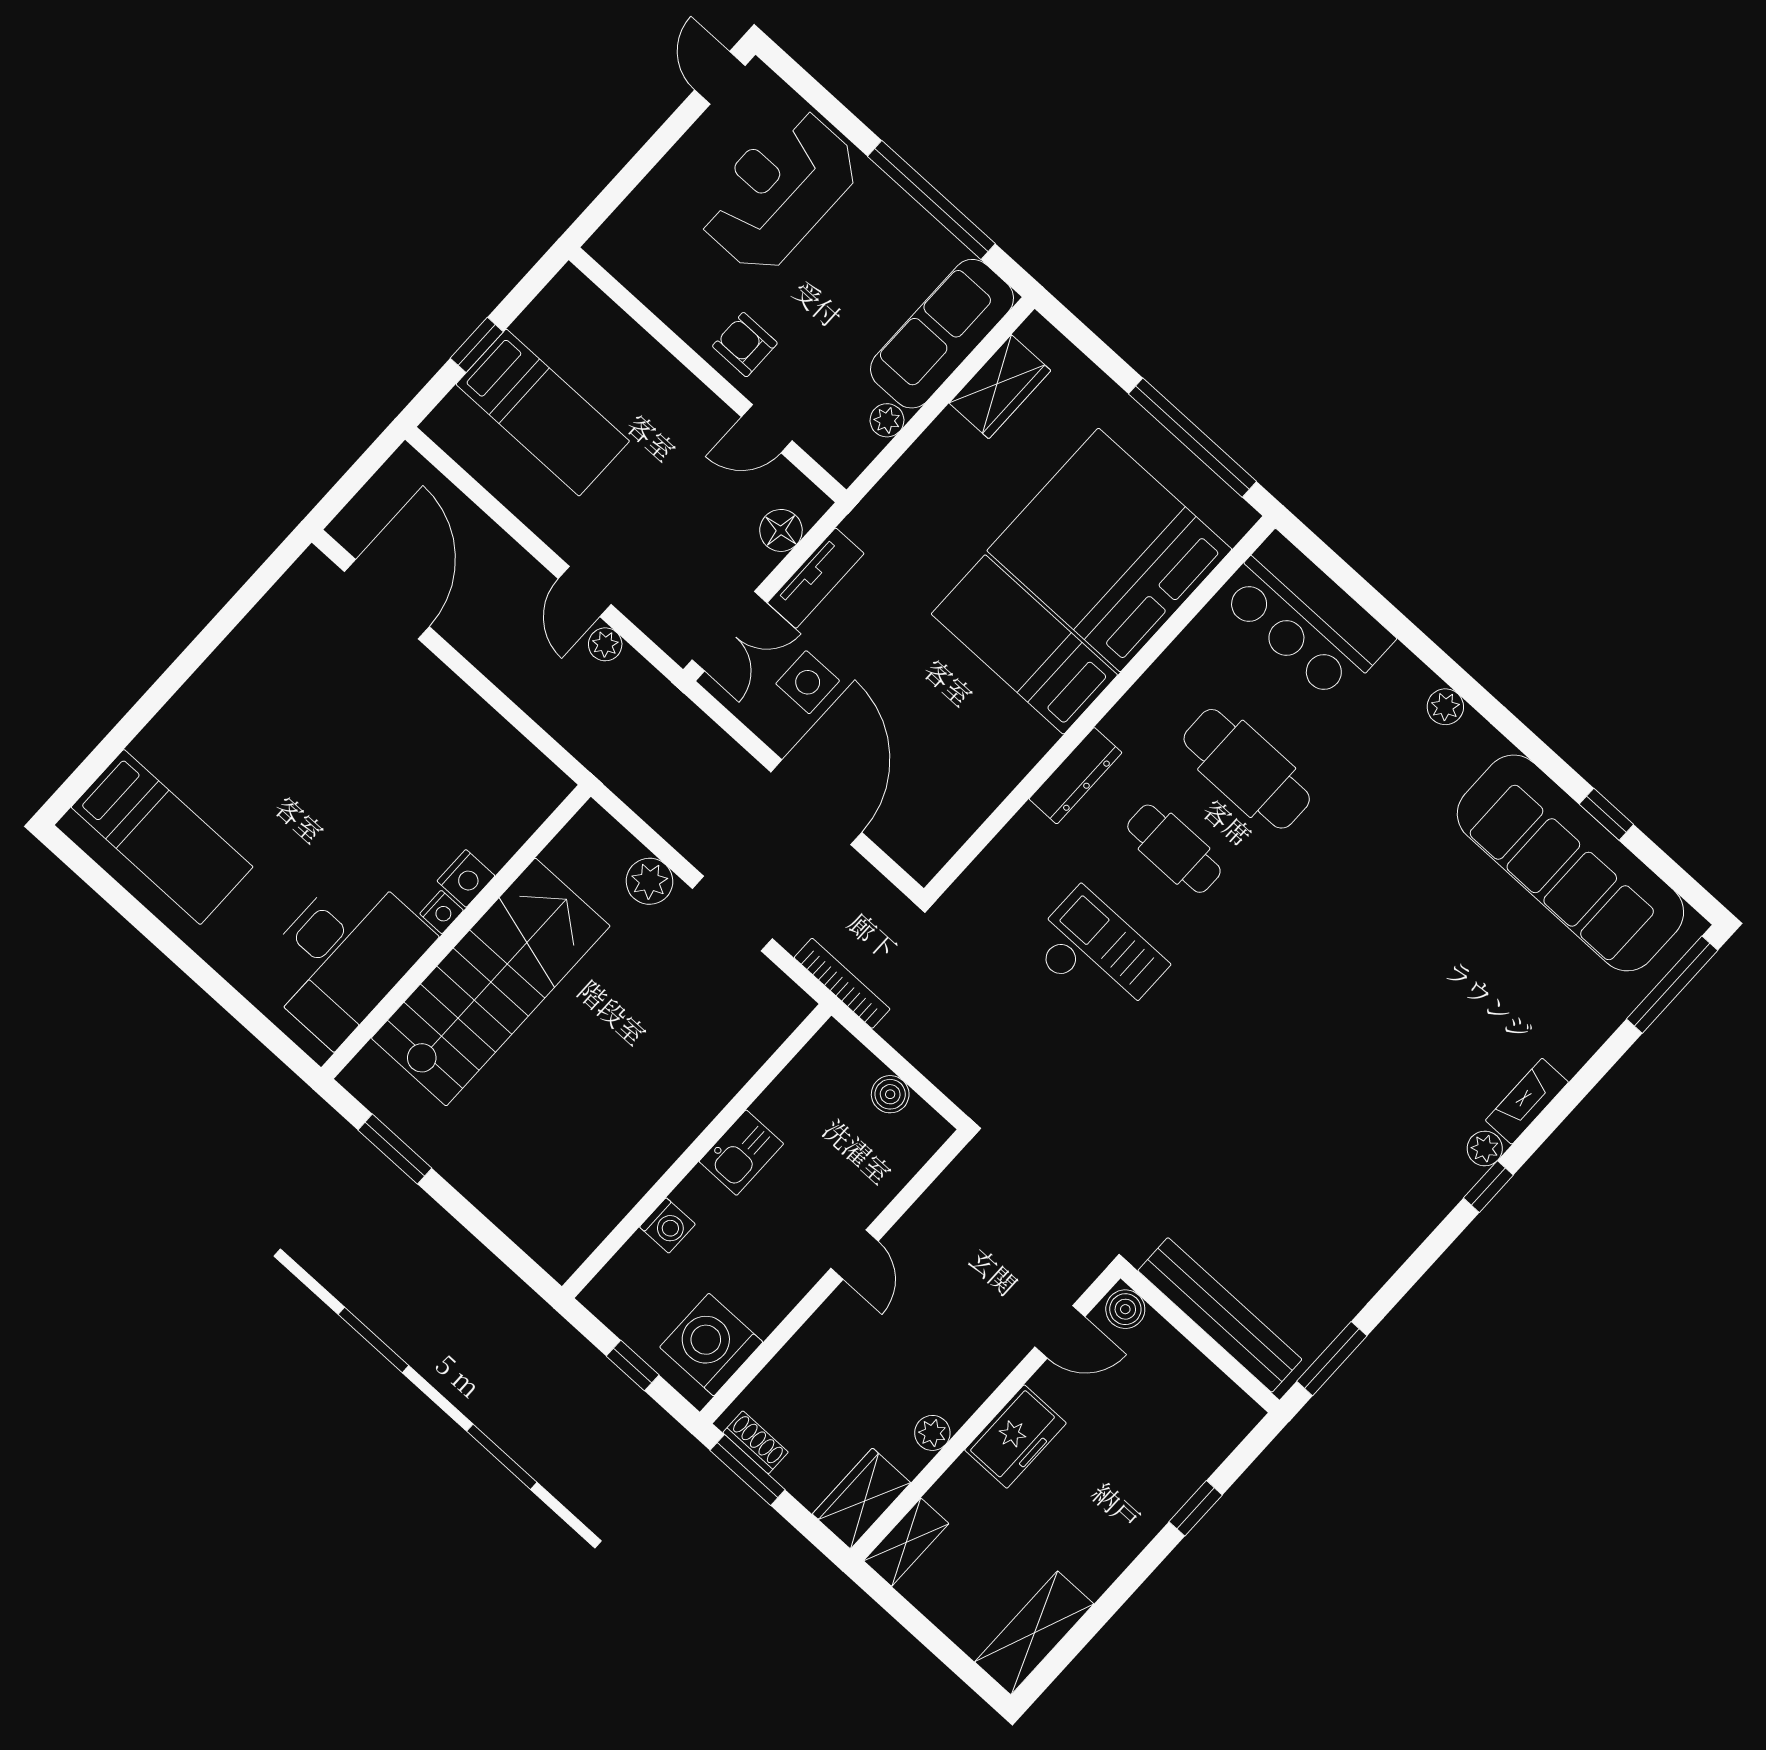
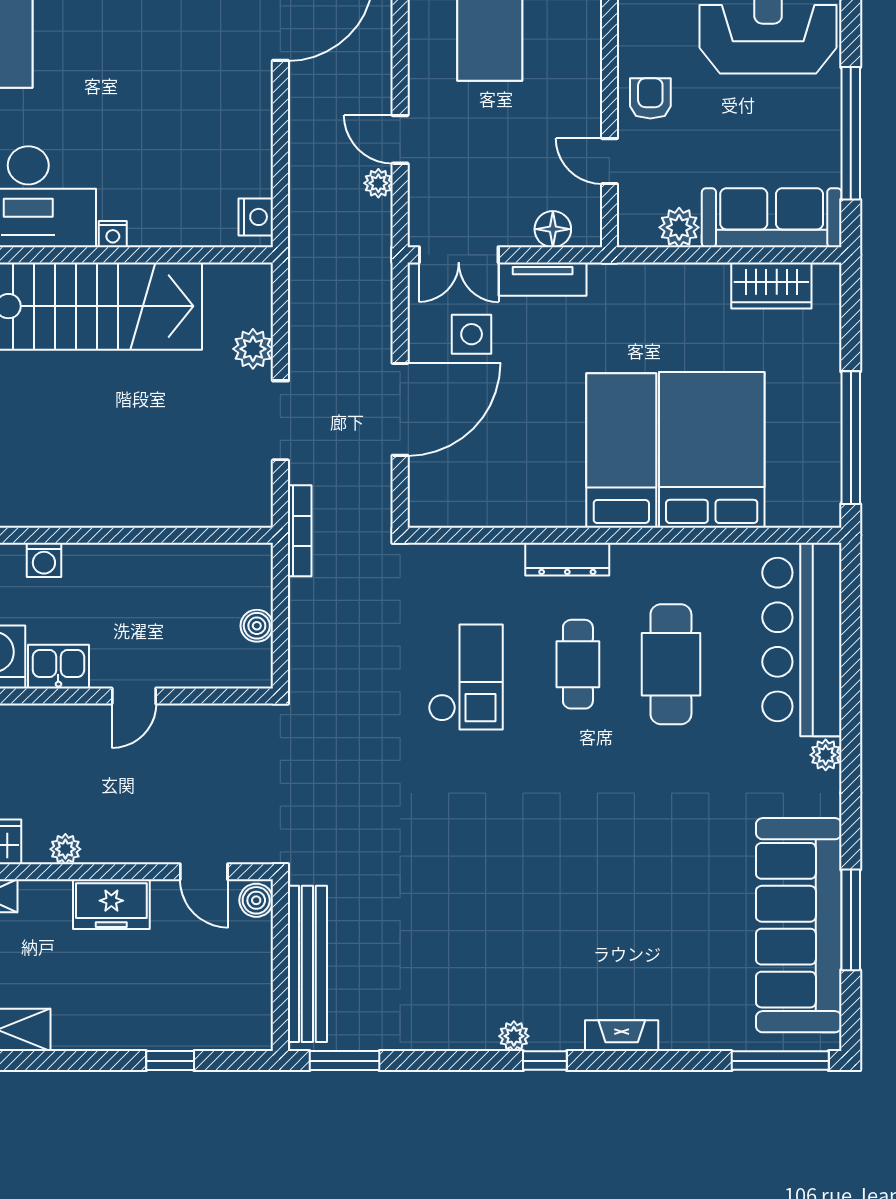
plant: (887, 420) -> (679, 227), width x1.38, depth x1.38
bed: (1109, 550) -> (712, 450), width x0.73
door: (585, 591) -> (400, 139), hinge flipped
bar counter: (1306, 617) -> (802, 640), width x1.36
window: (1606, 814) -> (851, 920), width x2.17
nightstand: (466, 878) -> (256, 217), moved, turned -90
plant: (1485, 1148) -> (514, 1036), moved
kitchen sink: (741, 1153) -> (58, 667), moved, turned 180

